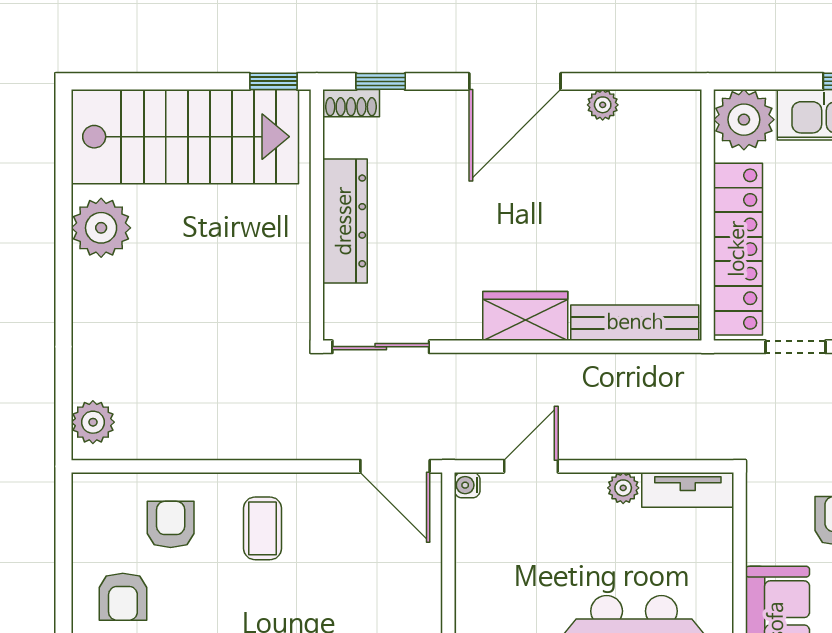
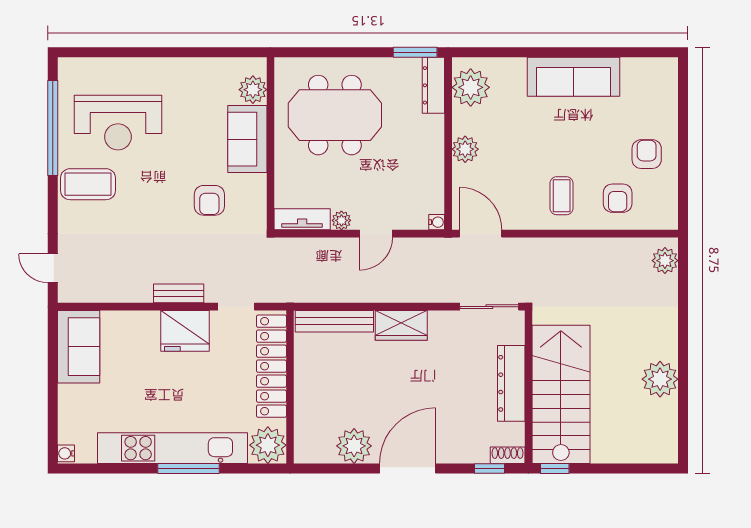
plant: (603, 105) -> (354, 446), width x1.87, depth x1.87
stairs: (185, 137) -> (561, 394), moved, turned 90
door: (531, 466) -> (376, 234), moved
plant: (421, 605) -> (465, 149), added

